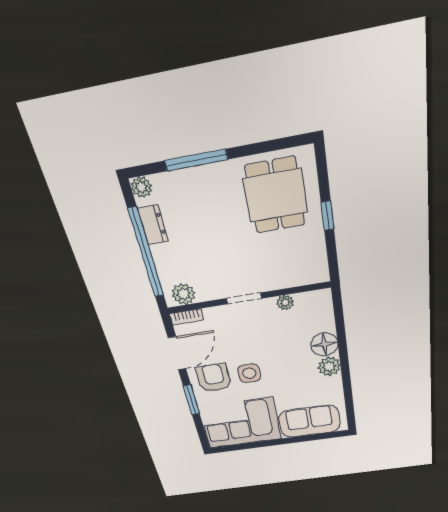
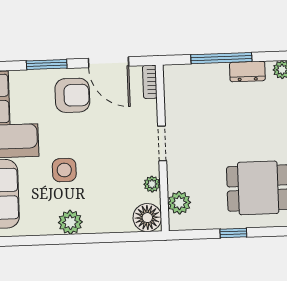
window: (146, 253) -> (221, 58), width x0.68
plant: (184, 294) -> (179, 203), moved
floor lamp: (324, 344) -> (147, 218), moved
side table: (249, 373) -> (64, 170), moved

